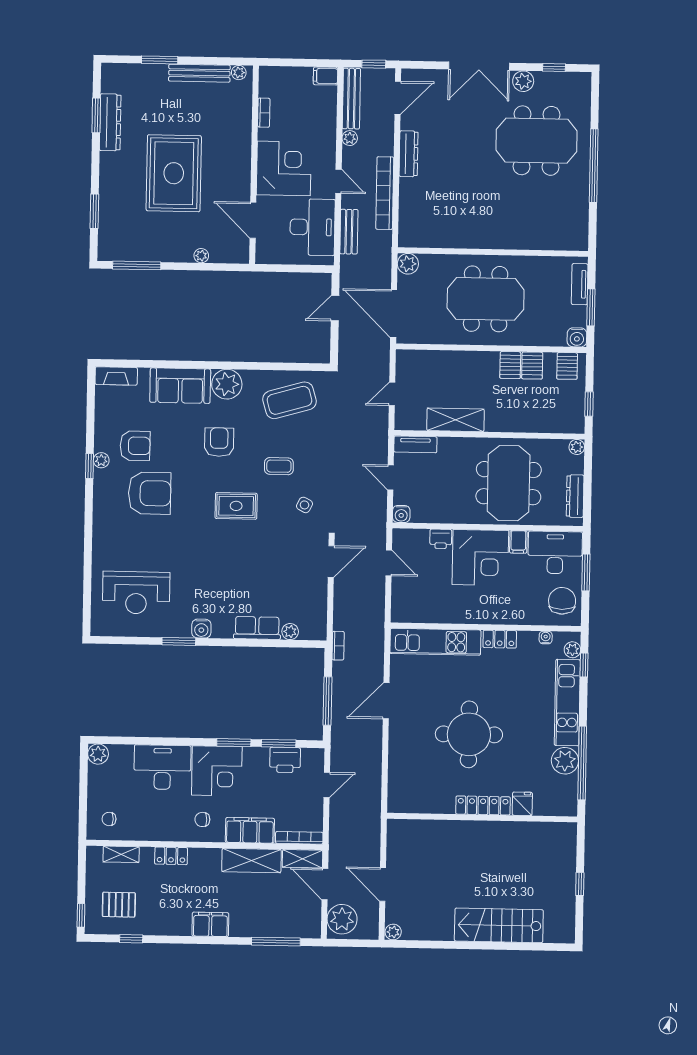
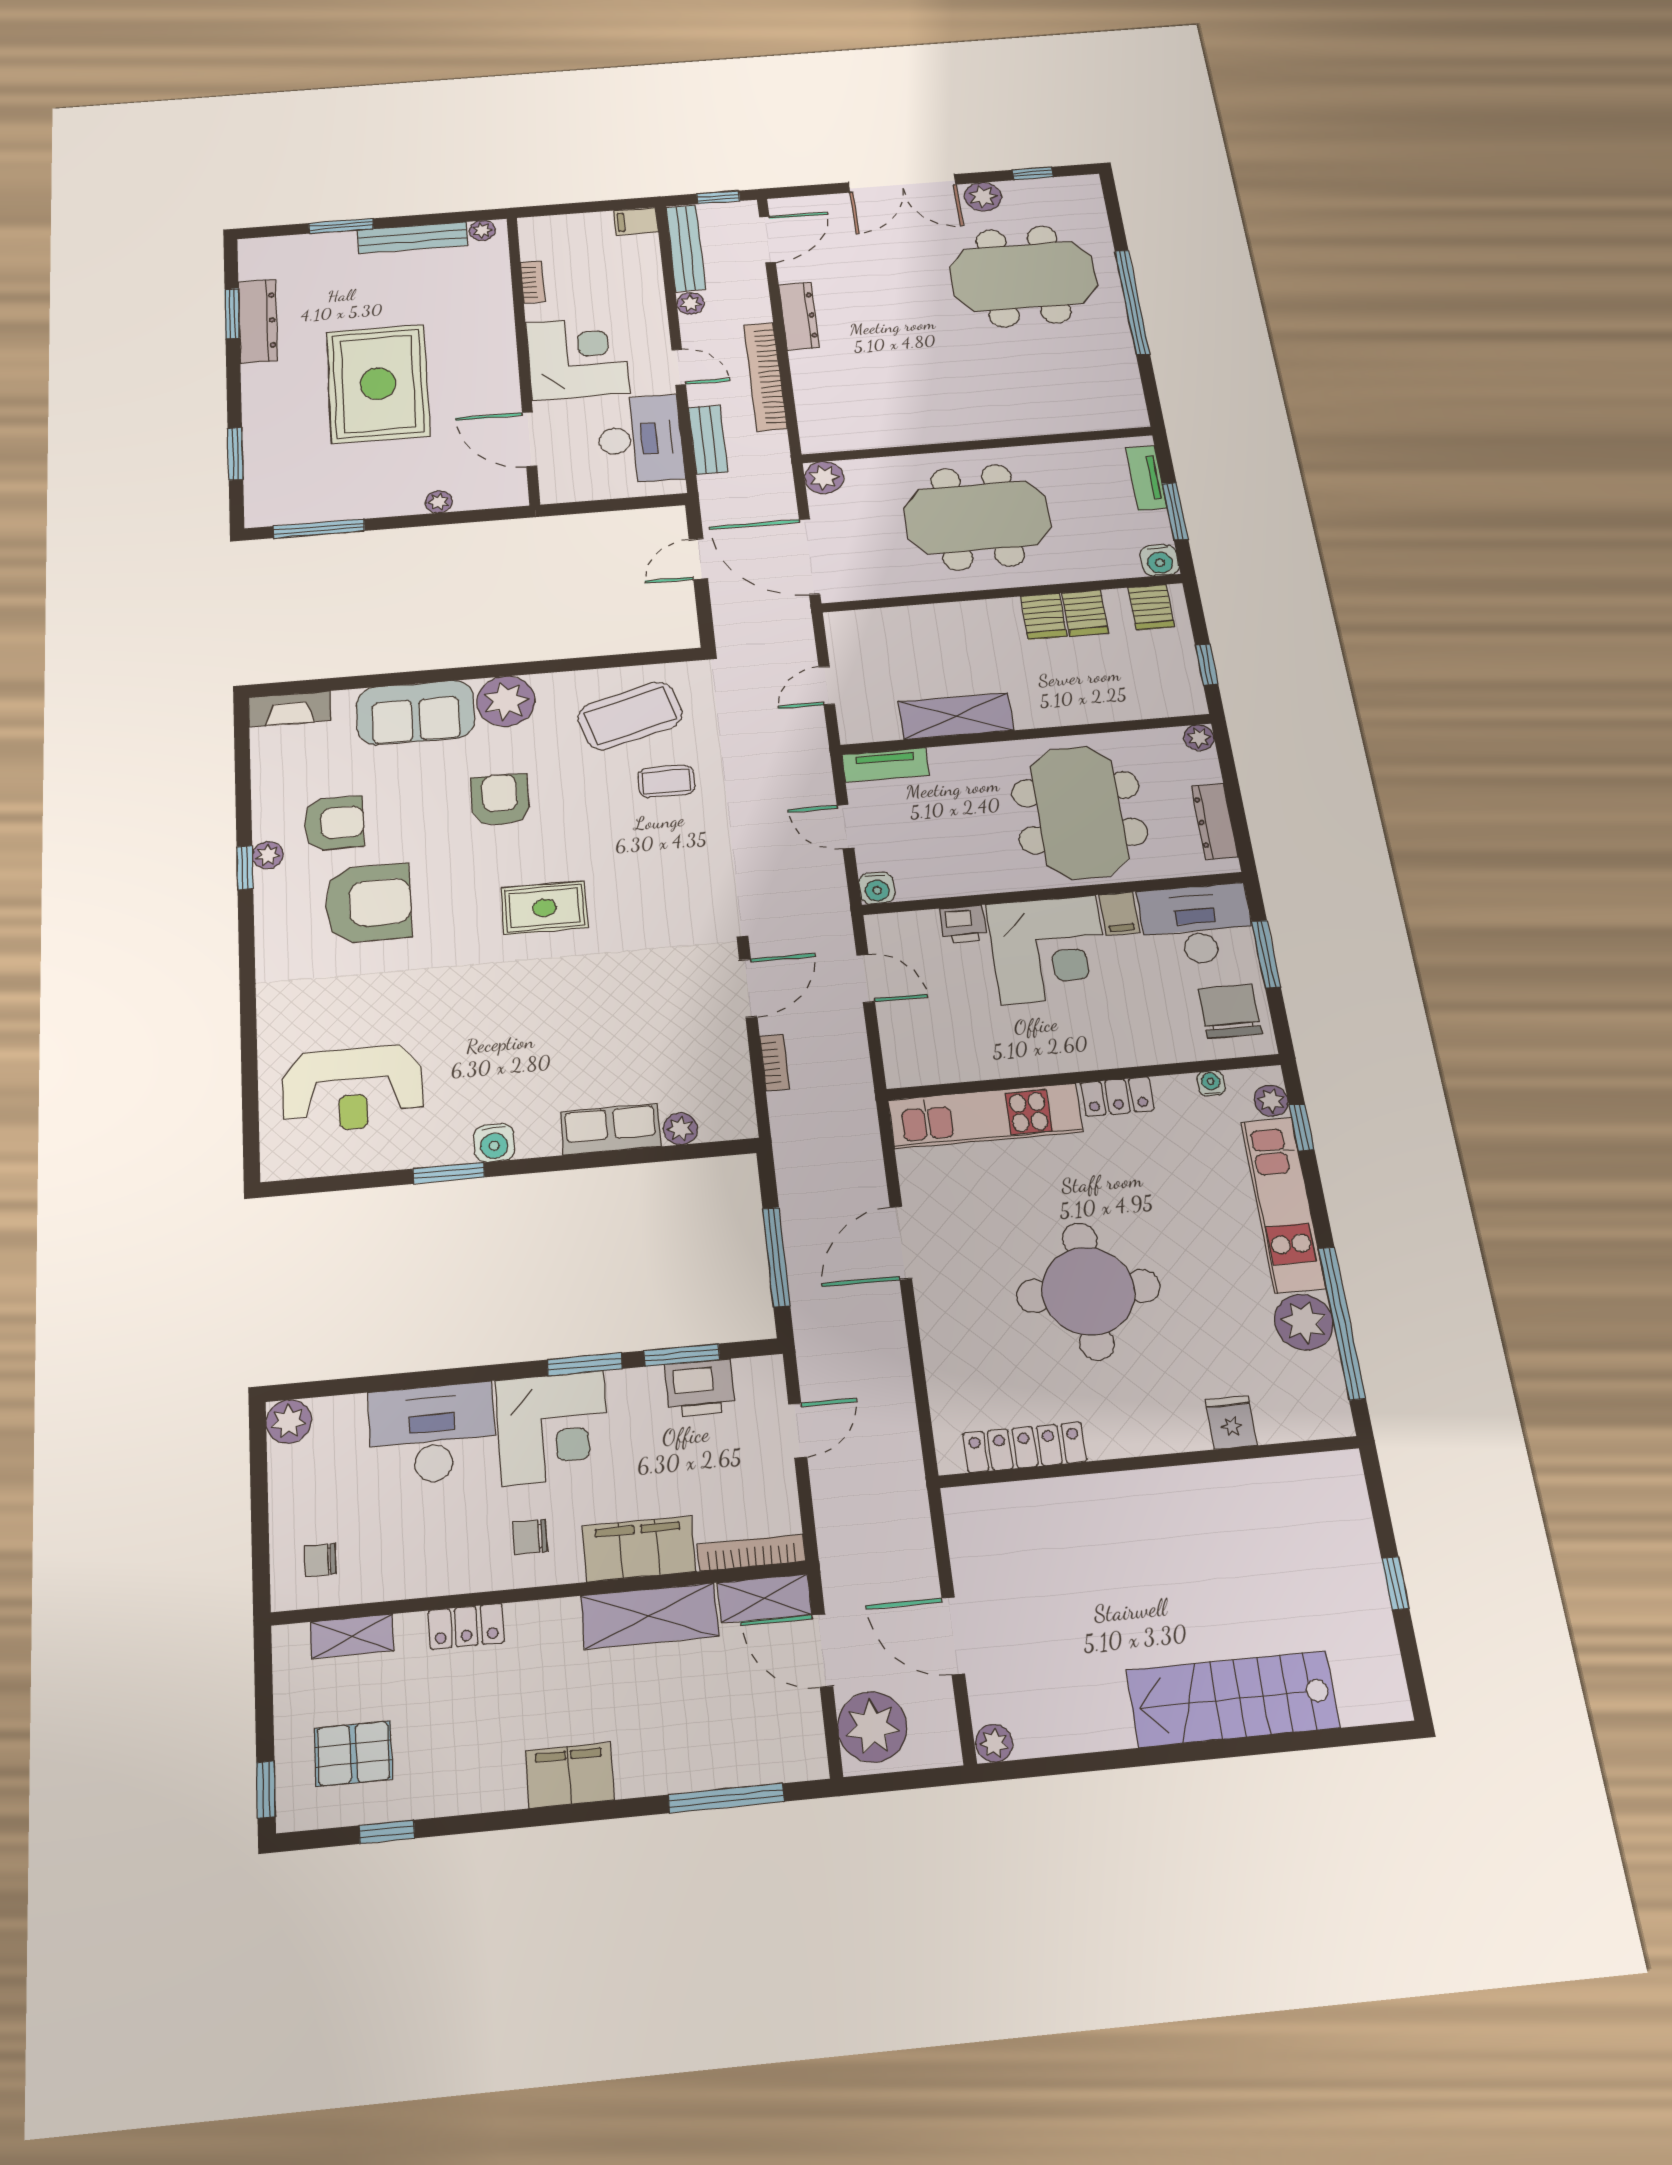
coffee table: (279, 466) -> (666, 781), moved
side table: (304, 505) -> (681, 892), removed
bookcase: (338, 646) -> (775, 1063), moved
locker: (483, 805) -> (1025, 1447), moved

